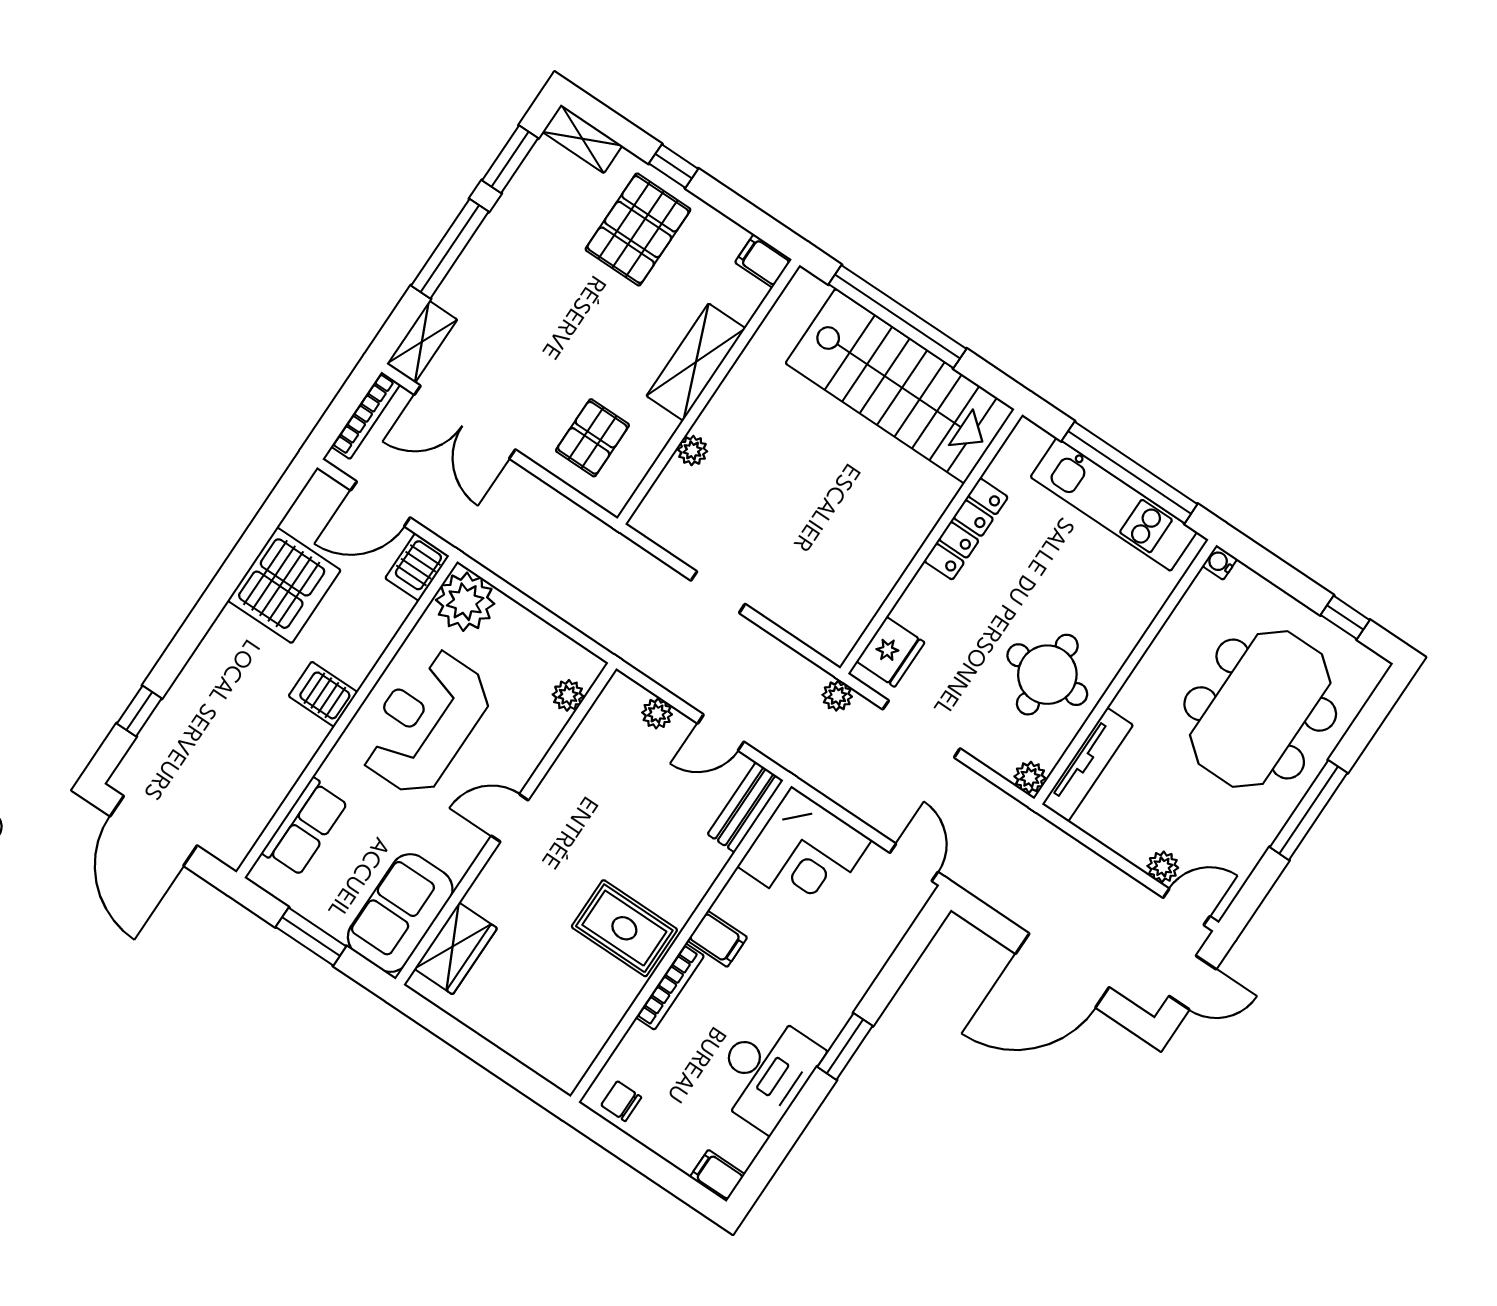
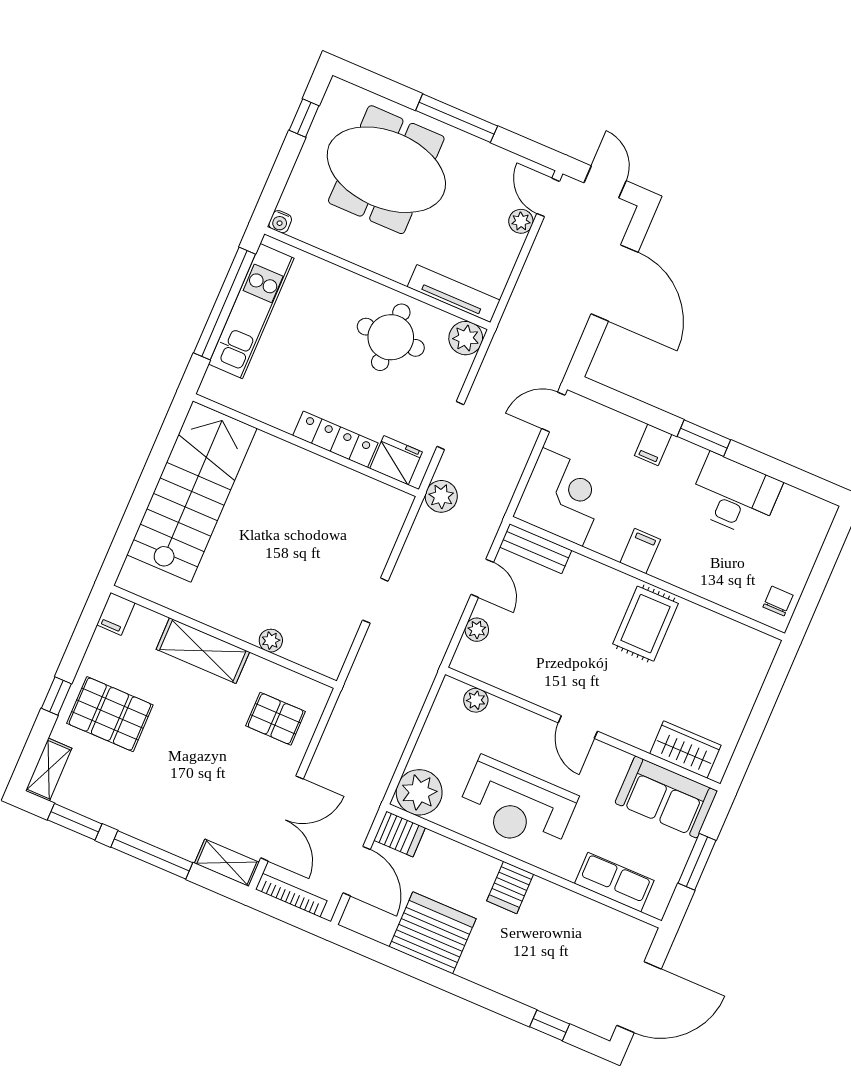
window: (897, 317) -> (139, 503), removed
locker: (966, 529) -> (335, 439), moved
plant: (837, 696) -> (441, 496), width x1.38, depth x1.38
doorway: (921, 729) -> (450, 425), width x0.73
plant: (1030, 777) -> (466, 338), width x1.38, depth x1.38
bookcase: (670, 987) -> (683, 580), removed
chair: (621, 1101) -> (778, 601), turned 180
filing cabinet: (717, 1176) -> (653, 445), moved

